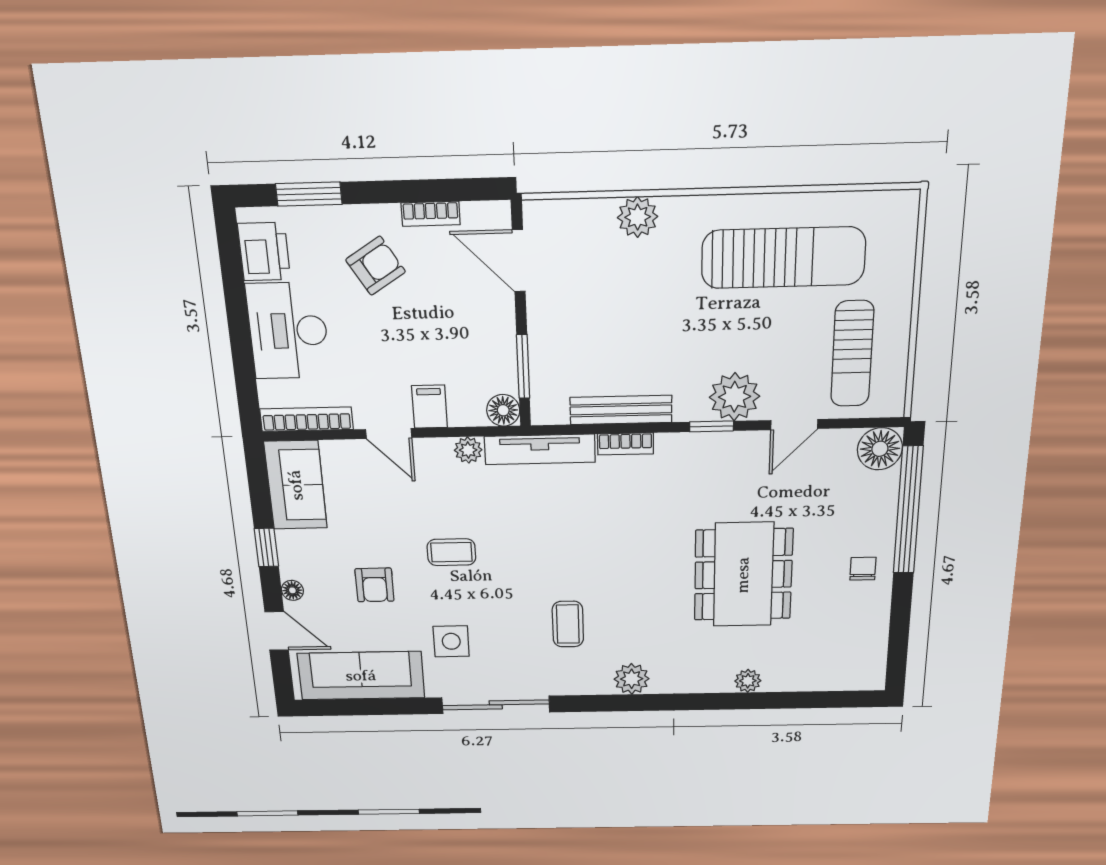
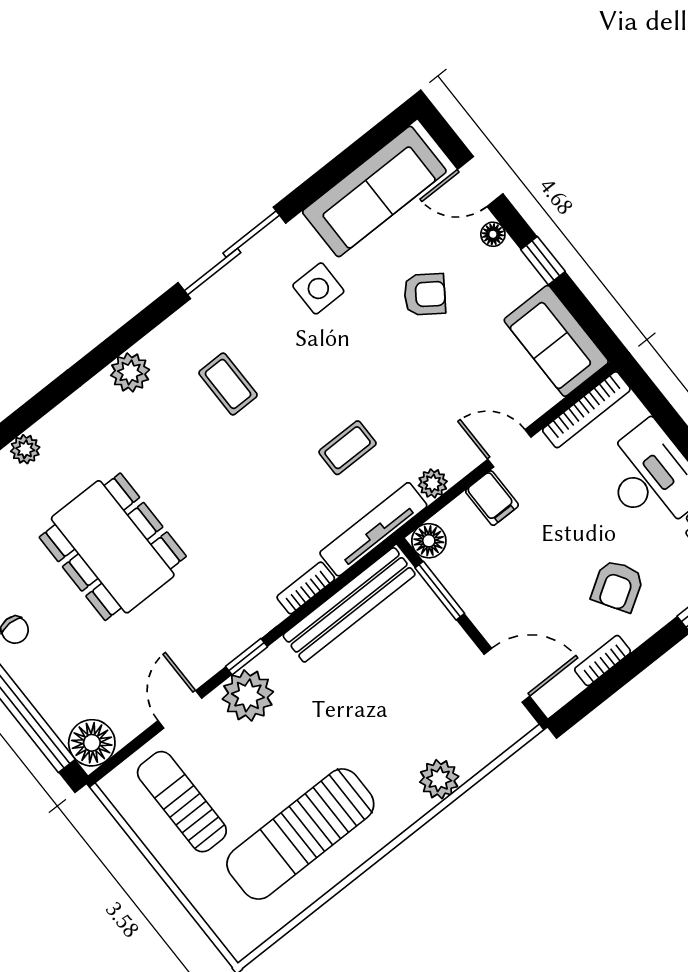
bench: (621, 410) -> (349, 605), width x1.37, depth x1.21
coffee table: (451, 552) -> (348, 448), moved
armchair: (375, 585) -> (425, 294), turned 125

